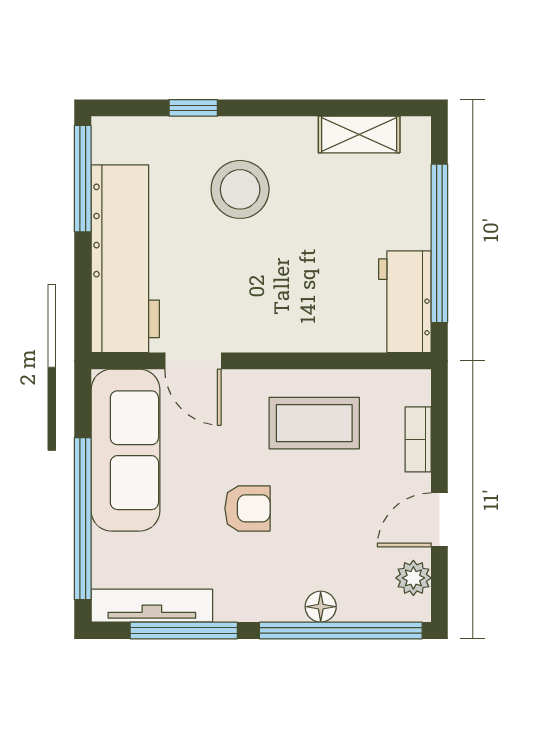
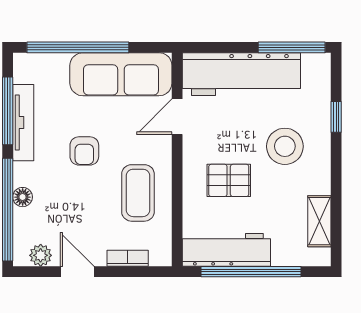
pallet: (294, 279) -> (229, 180), added
workbench: (405, 302) -> (226, 250), width x1.37
tv unit: (152, 606) -> (23, 123), moved

